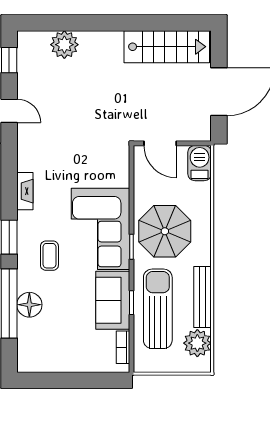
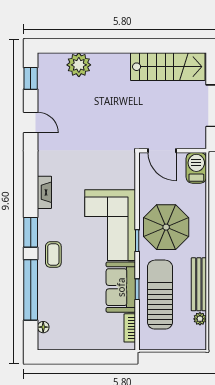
coffee table: (49, 256) -> (53, 255), moved
floor lamp: (29, 305) -> (43, 327), moved, width x0.53, depth x0.53
plant: (197, 343) -> (200, 319), width x0.53, depth x0.53

